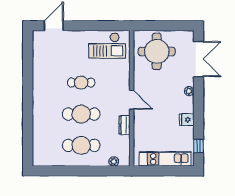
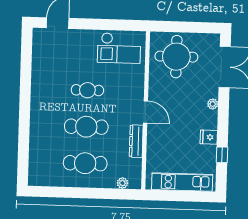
dresser: (124, 125) -> (136, 141), width x1.44
window: (198, 146) -> (222, 155), moved

